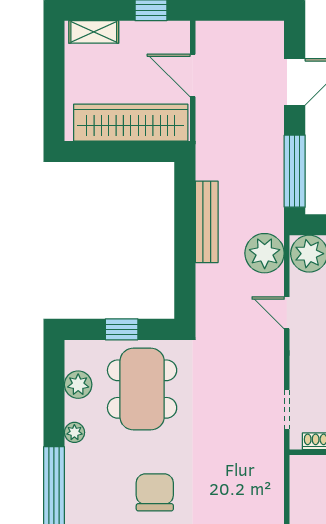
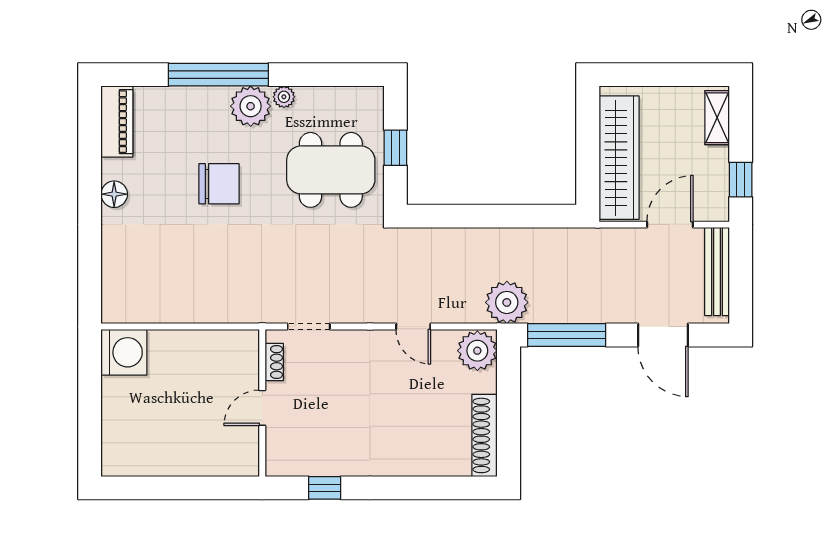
bench: (207, 222) -> (717, 272), moved, turned 90
plant: (265, 253) -> (507, 302), moved
door: (287, 313) -> (413, 327), swing flipped
plant: (78, 385) -> (251, 106), moved, width x1.36, depth x1.36

